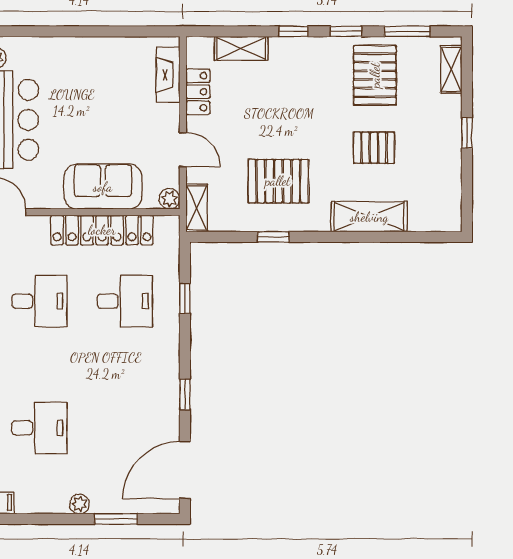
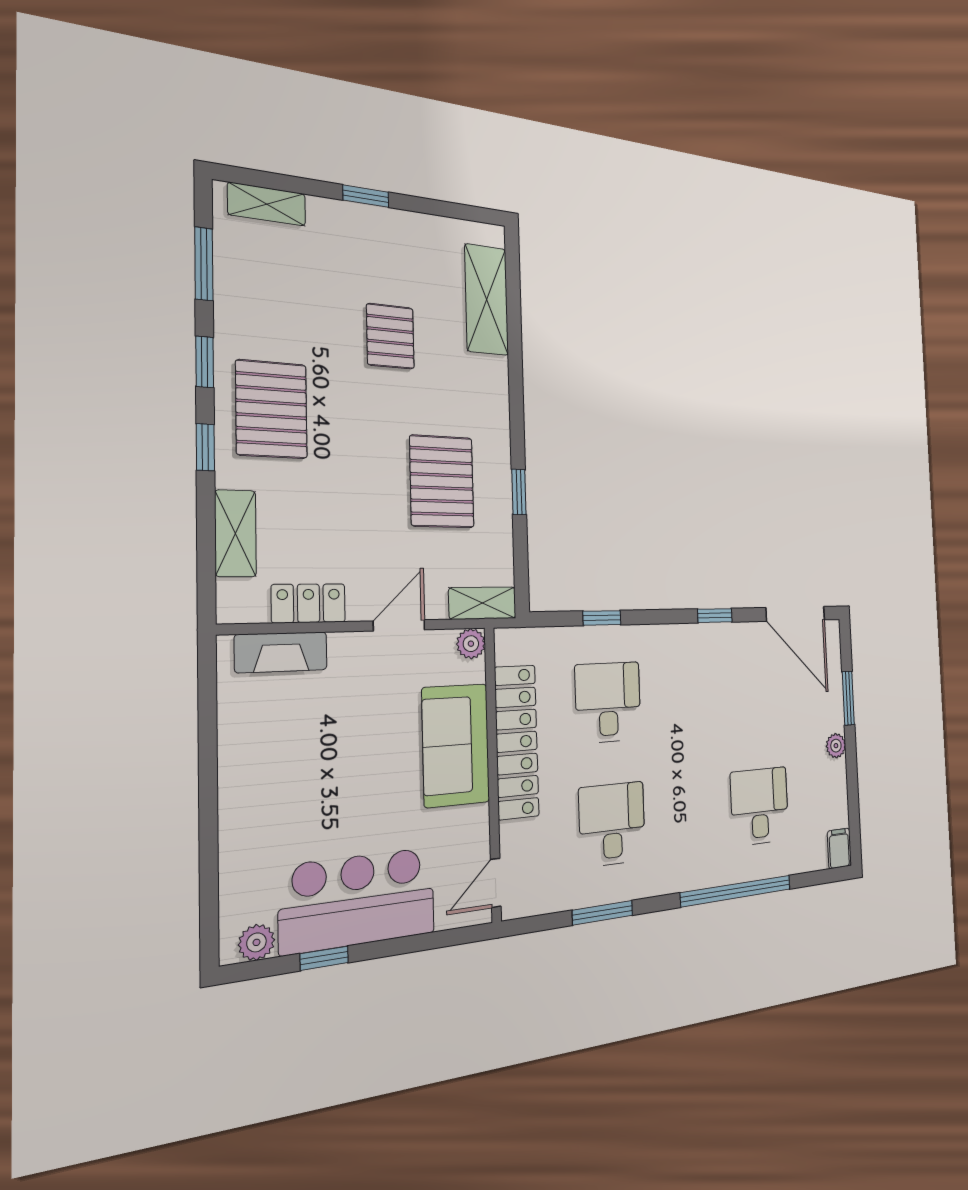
pallet: (375, 75) -> (272, 409), moved, turned 90
shelving: (369, 217) -> (487, 300), moved

